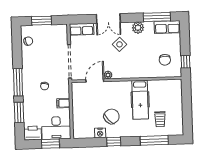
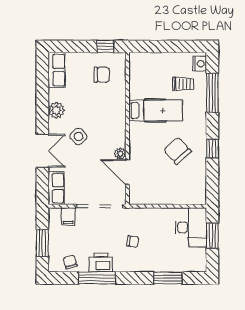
window: (157, 17) -> (42, 84), removed
window: (18, 82) -> (97, 278), moved
filing cabinet: (63, 103) -> (68, 216), moved
printer: (33, 133) -> (101, 263), moved, turned 90
nightstand: (100, 133) -> (200, 64), moved

